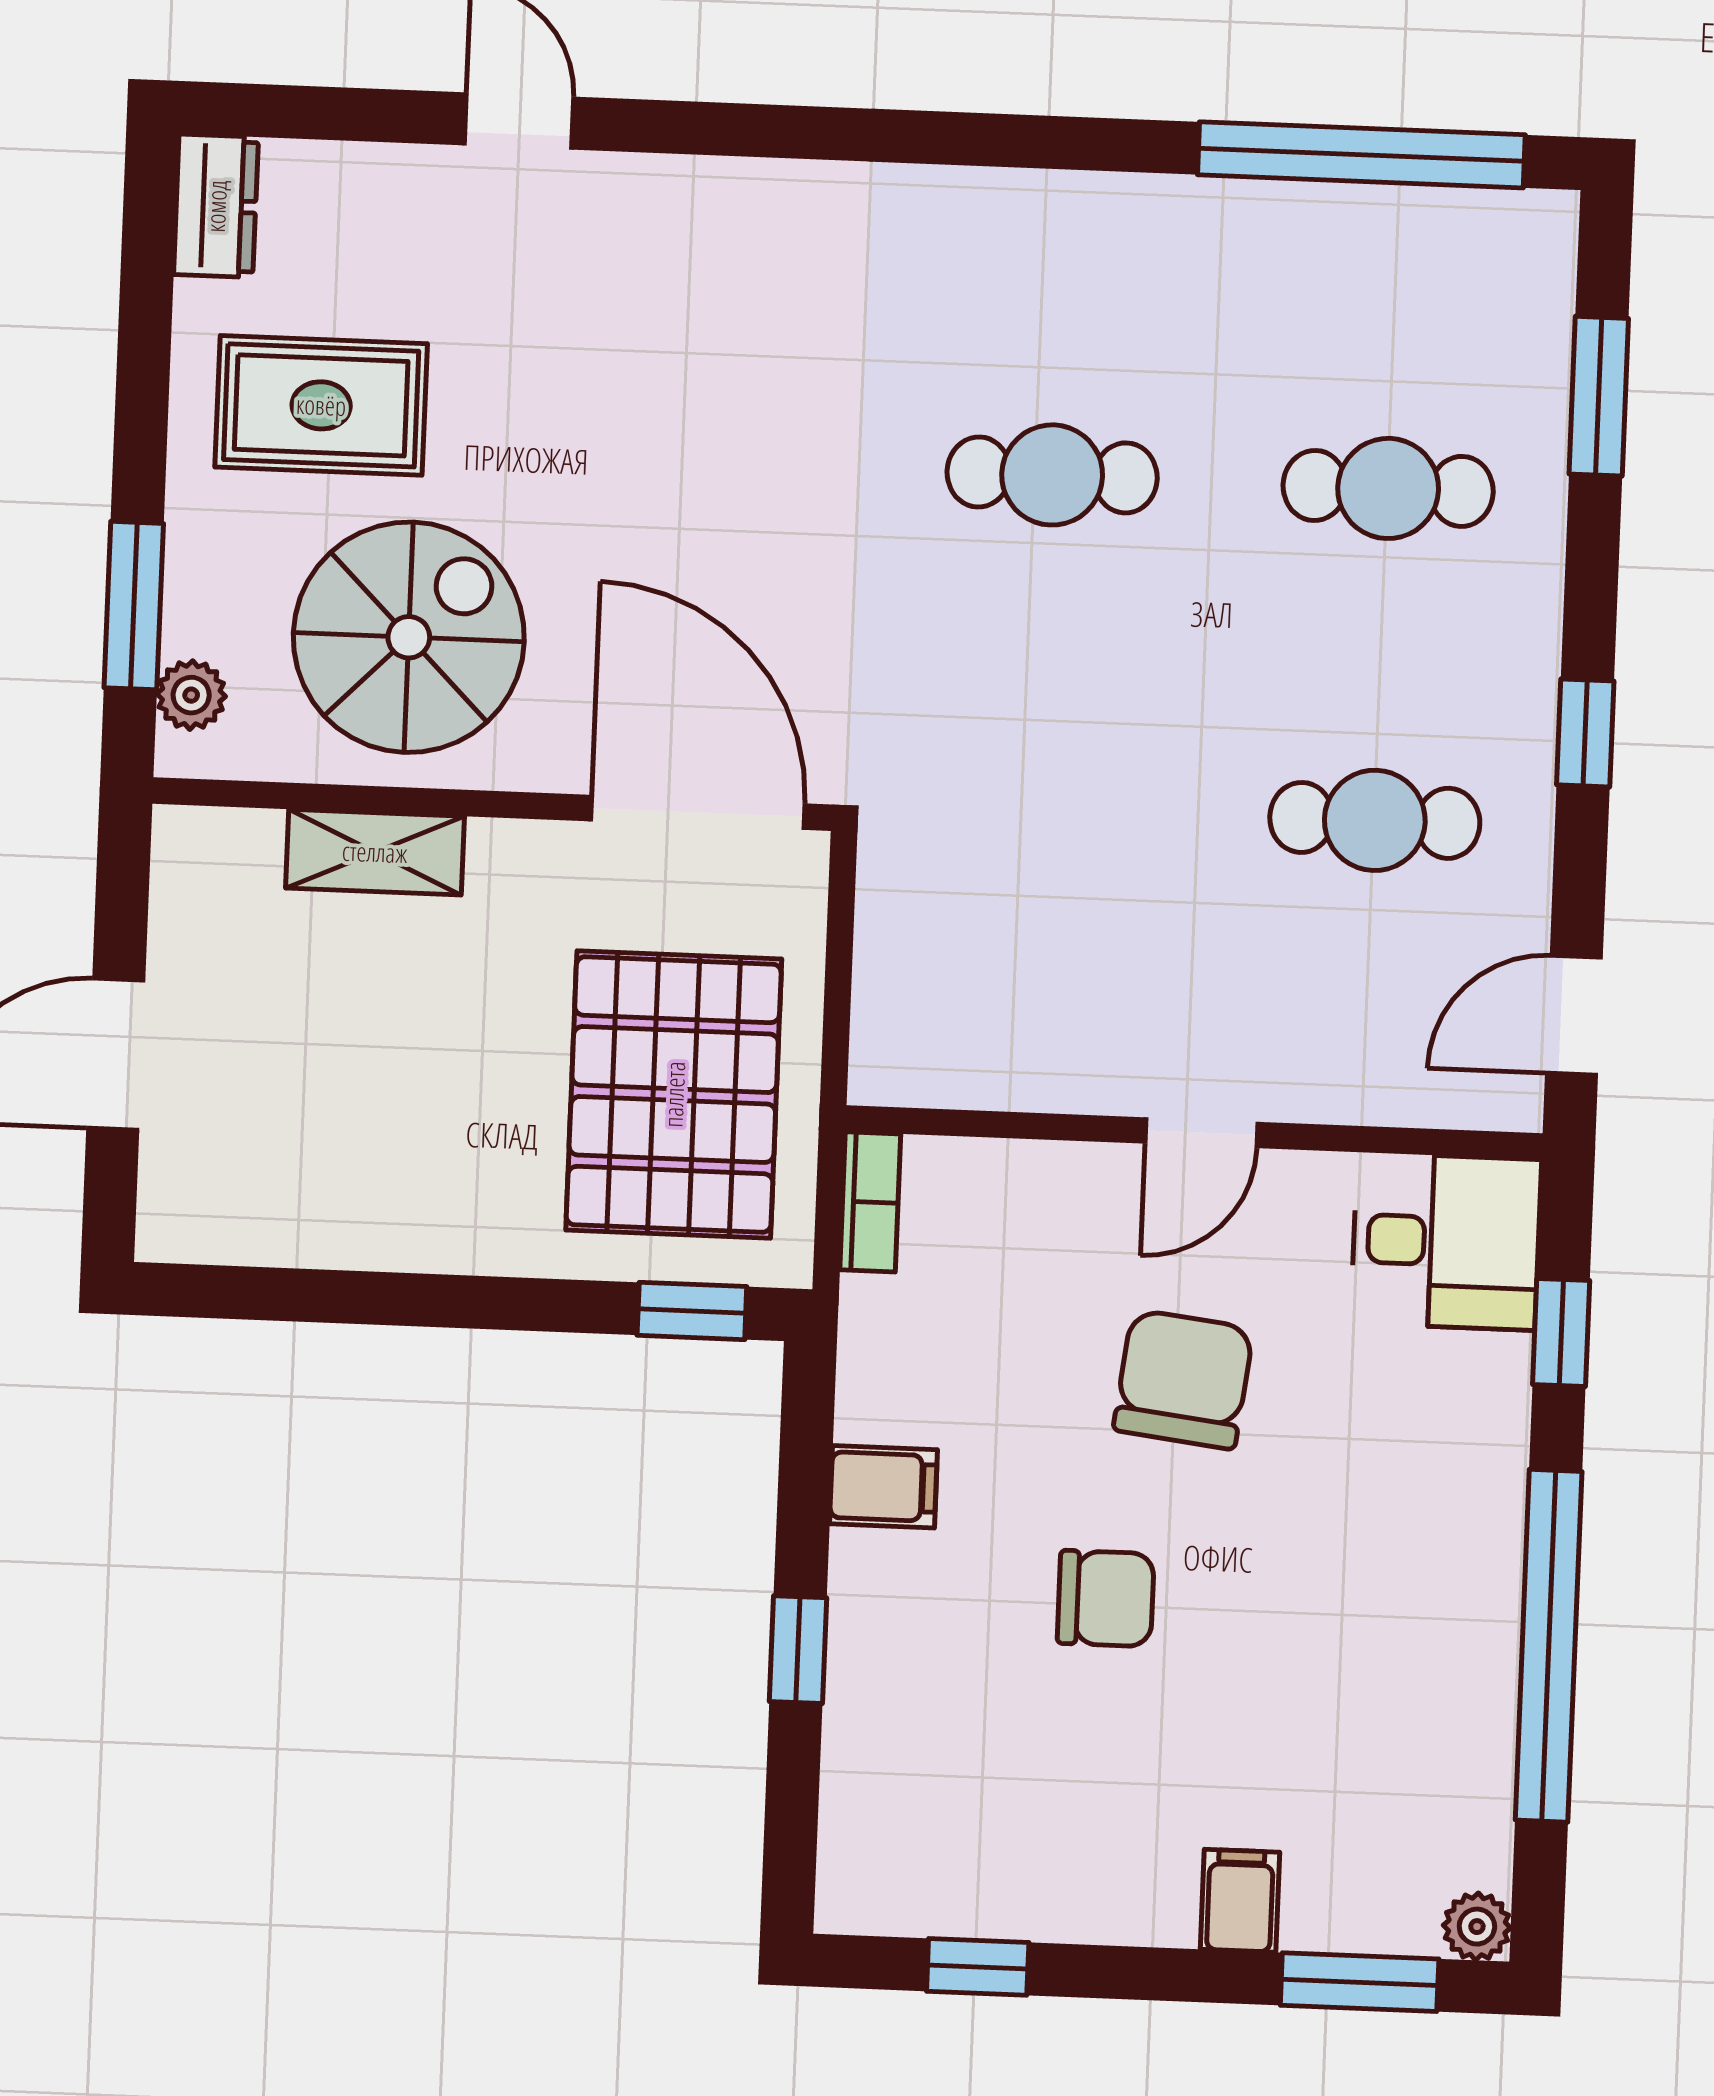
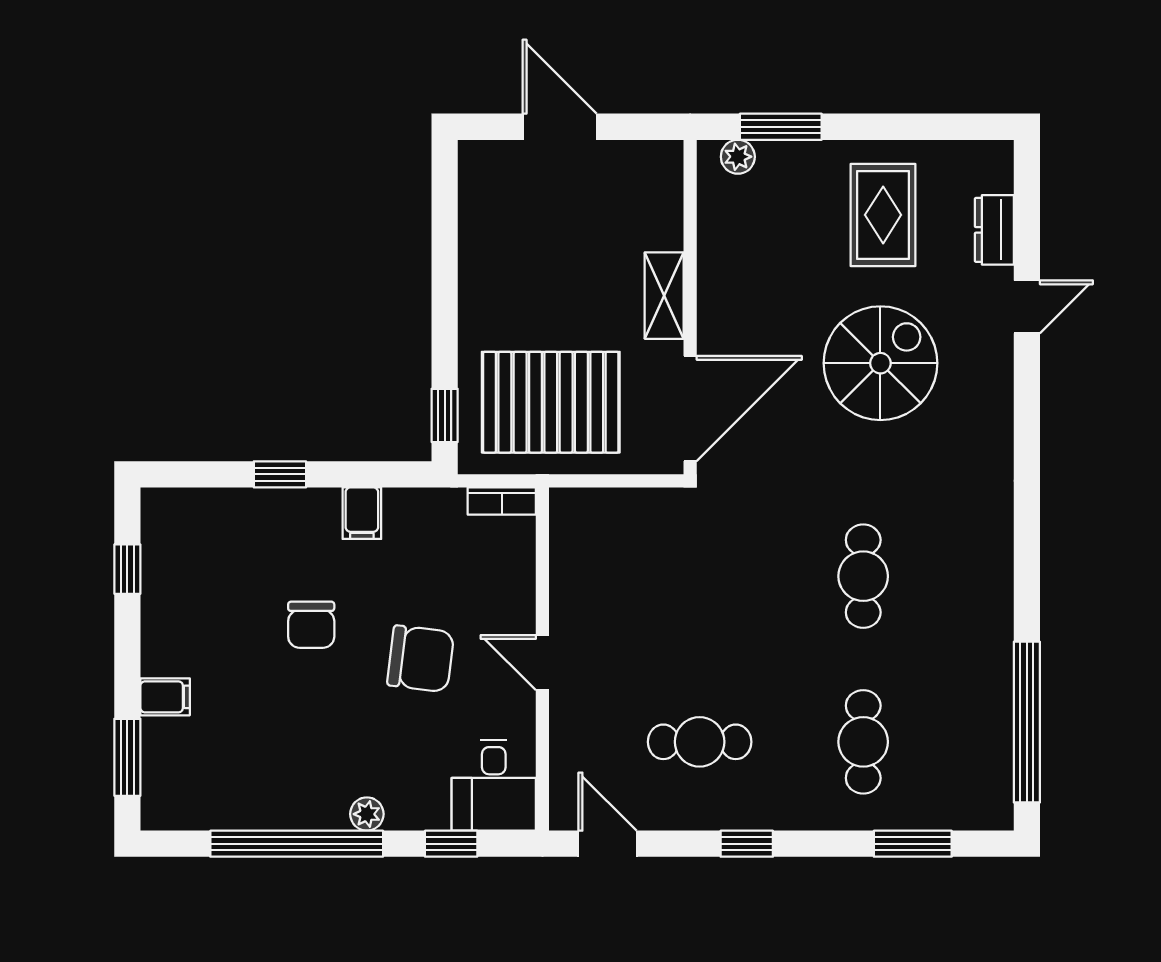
dresser: (216, 206) -> (994, 230), moved, turned 90
spiral stairs: (409, 637) -> (880, 363), moved, turned -90
cafe table: (1375, 820) -> (700, 742), turned 90
shelving: (375, 852) -> (664, 296), moved
plant: (1477, 1927) -> (367, 814), moved

